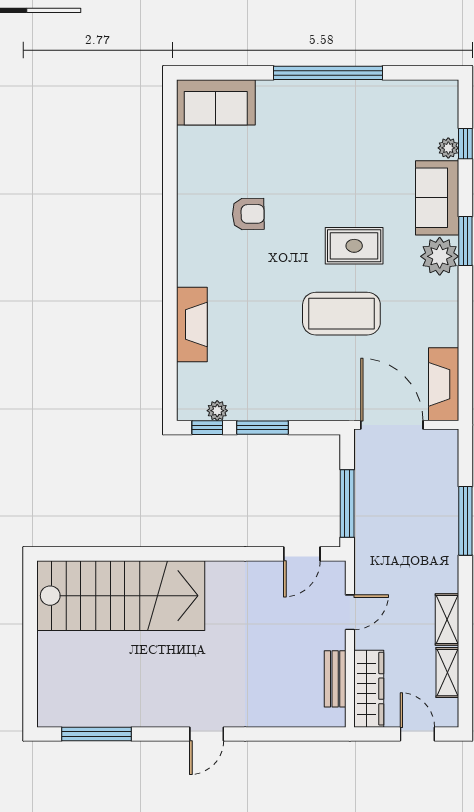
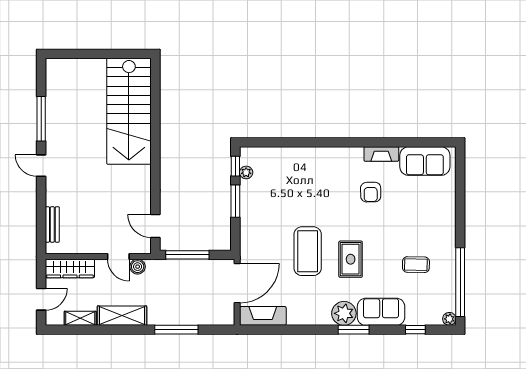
window: (328, 73) -> (460, 282), moved
sofa: (216, 102) -> (425, 161), moved, turned -90
coffee table: (363, 143) -> (416, 265), added
plant: (448, 148) -> (449, 319), moved
fireplace: (192, 324) -> (381, 154), moved, width x0.73, depth x0.76
boiler: (366, 582) -> (138, 267), added
shelving: (447, 619) -> (122, 316), width x1.50, depth x1.33
bench: (335, 679) -> (52, 224), moved, turned 90
window: (97, 734) -> (41, 119), moved

